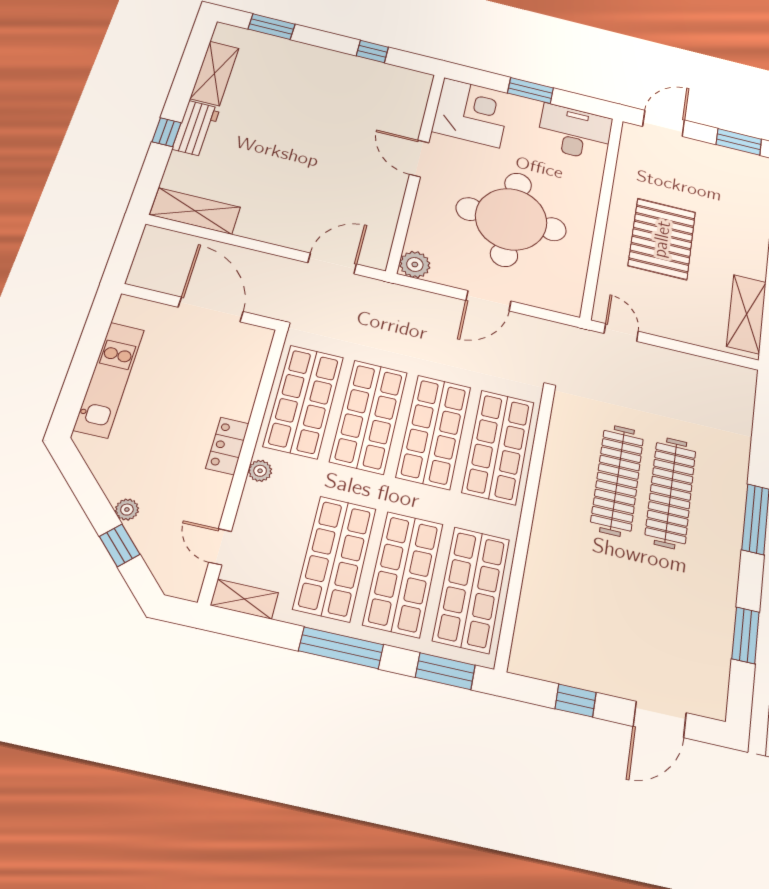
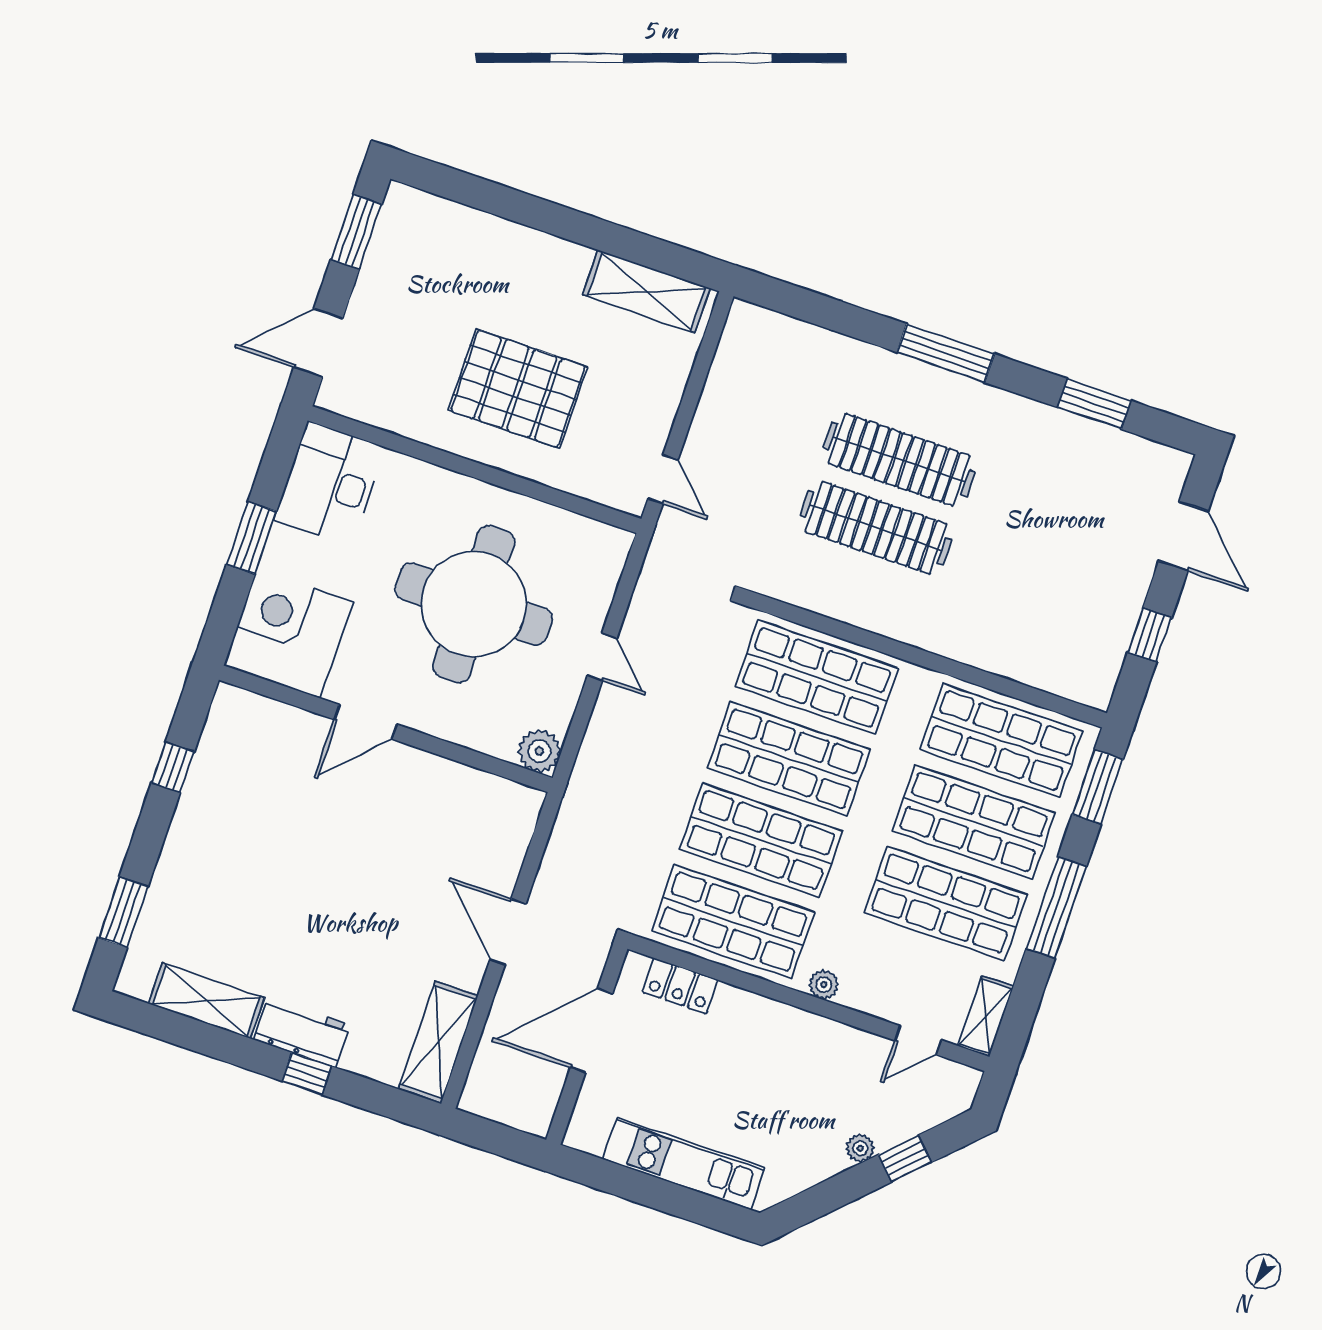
door: (664, 123) -> (318, 343), hinge flipped
door: (332, 263) -> (508, 932), moved
door: (488, 301) -> (602, 657), width x0.73
door: (621, 332) -> (663, 479), swing flipped
locker: (227, 446) -> (680, 986), moved

